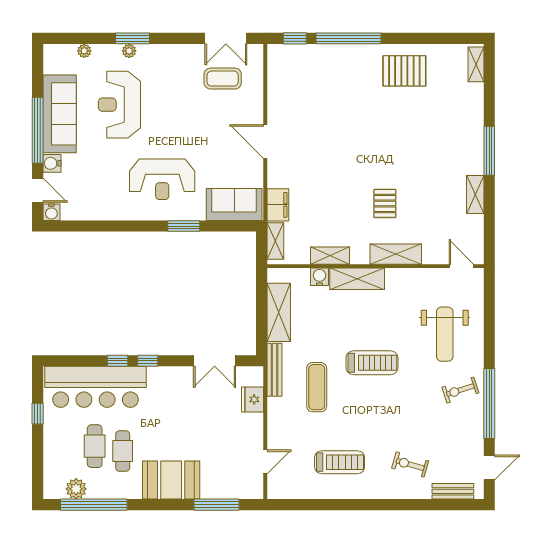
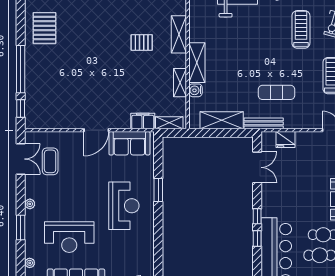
plant: (129, 51) -> (30, 204), moved
sofa: (234, 205) -> (129, 143), moved, turned -90
treadmill: (372, 363) -> (301, 29), moved

